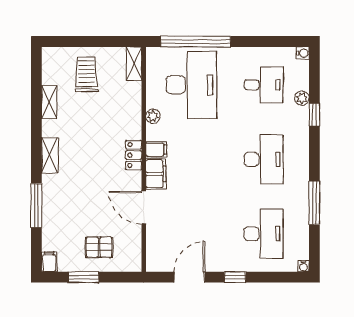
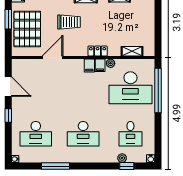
shelving: (134, 64) -> (132, 51), moved
trolley: (86, 74) -> (69, 22), moved
window: (314, 115) -> (127, 166), moved
locker: (134, 155) -> (98, 51), moved
filing cabinet: (156, 174) -> (100, 65), moved, width x0.50
pallet: (99, 247) -> (27, 29), width x2.05, depth x2.00

